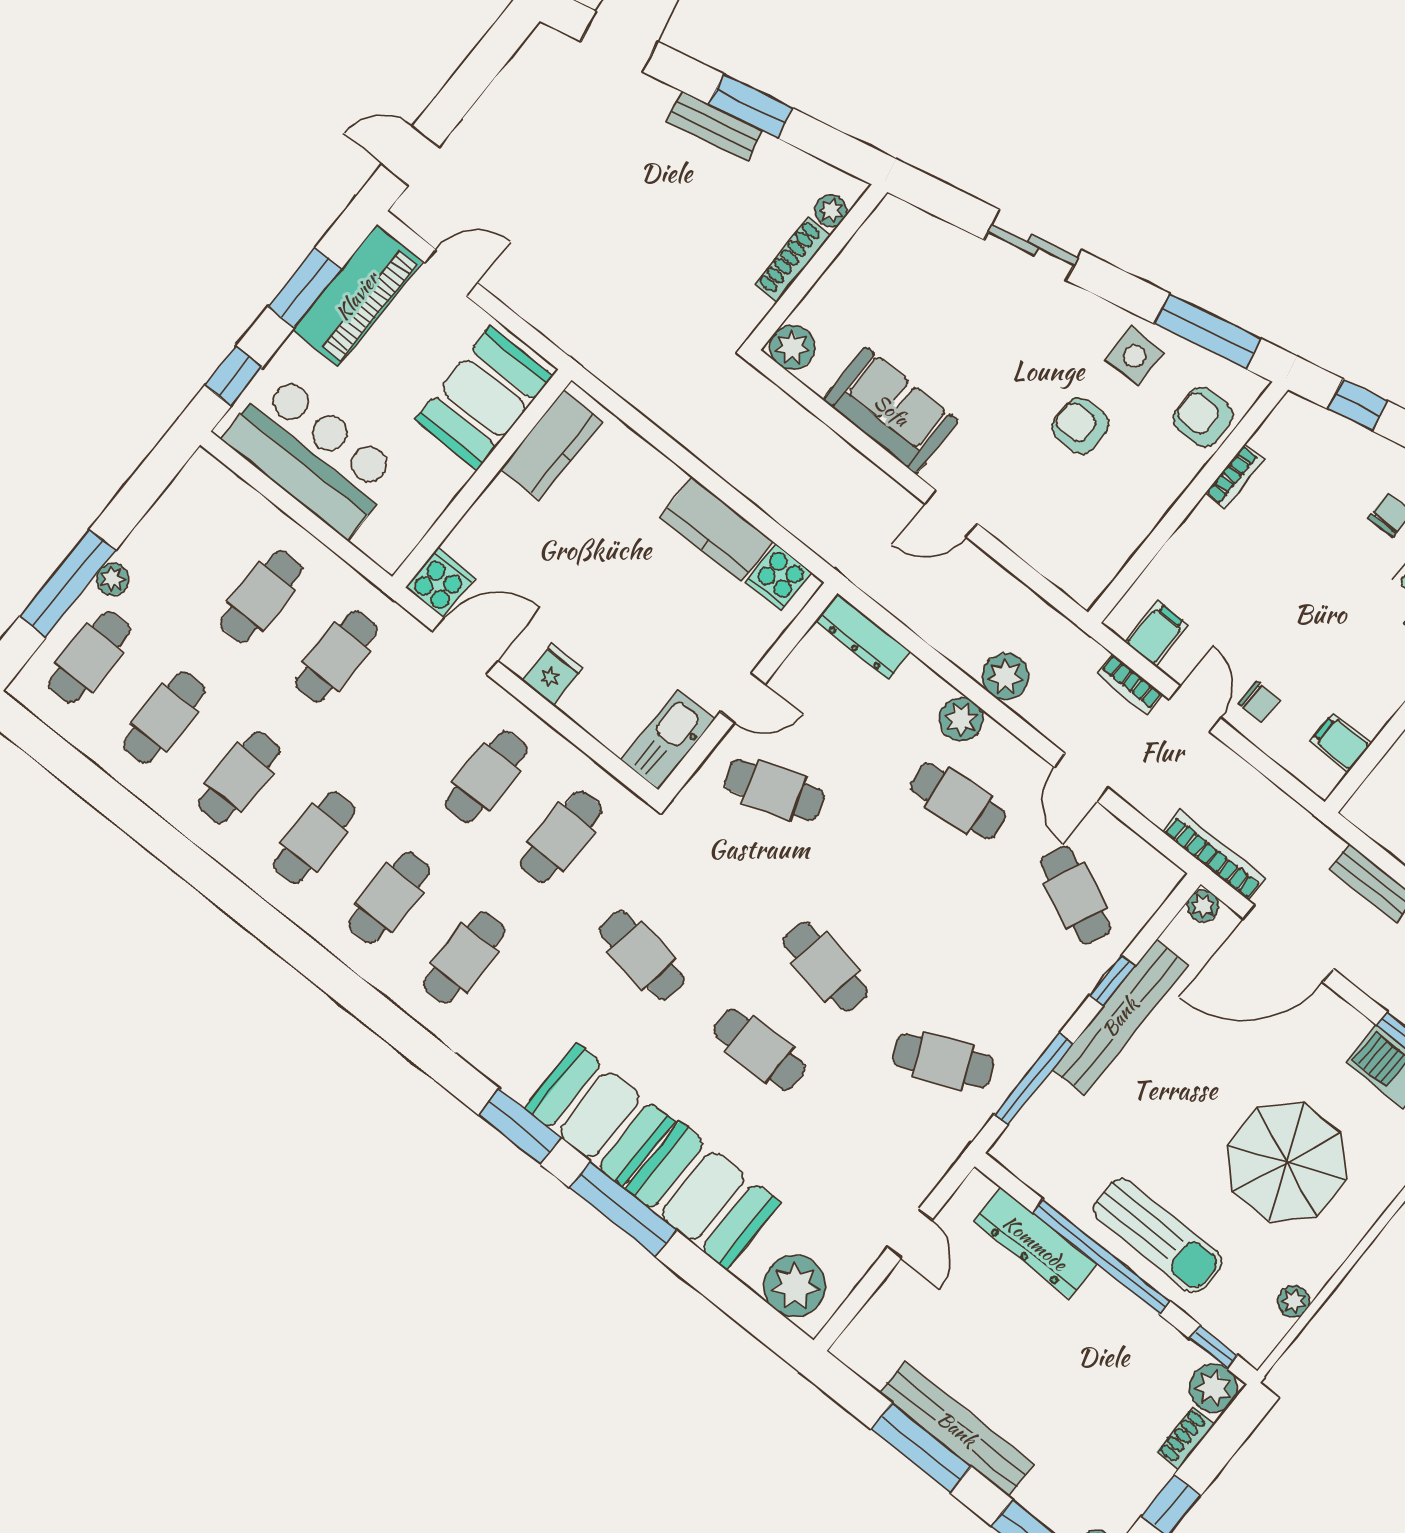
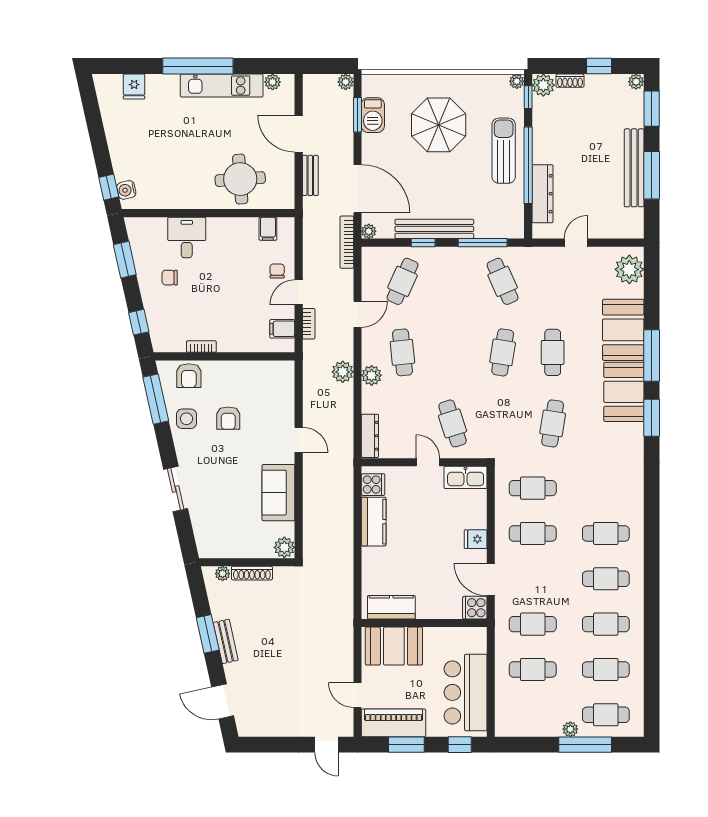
cafe table: (464, 958) -> (606, 488), removed
plant: (1293, 1301) -> (517, 81), moved

